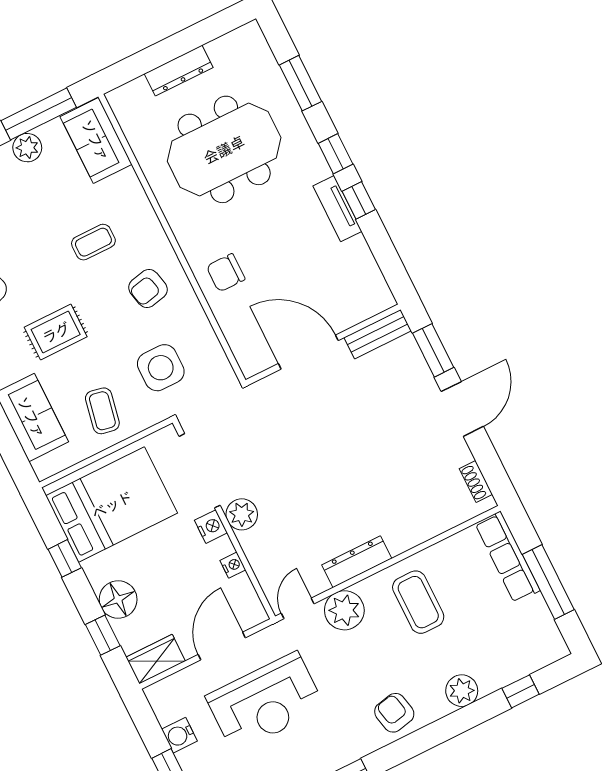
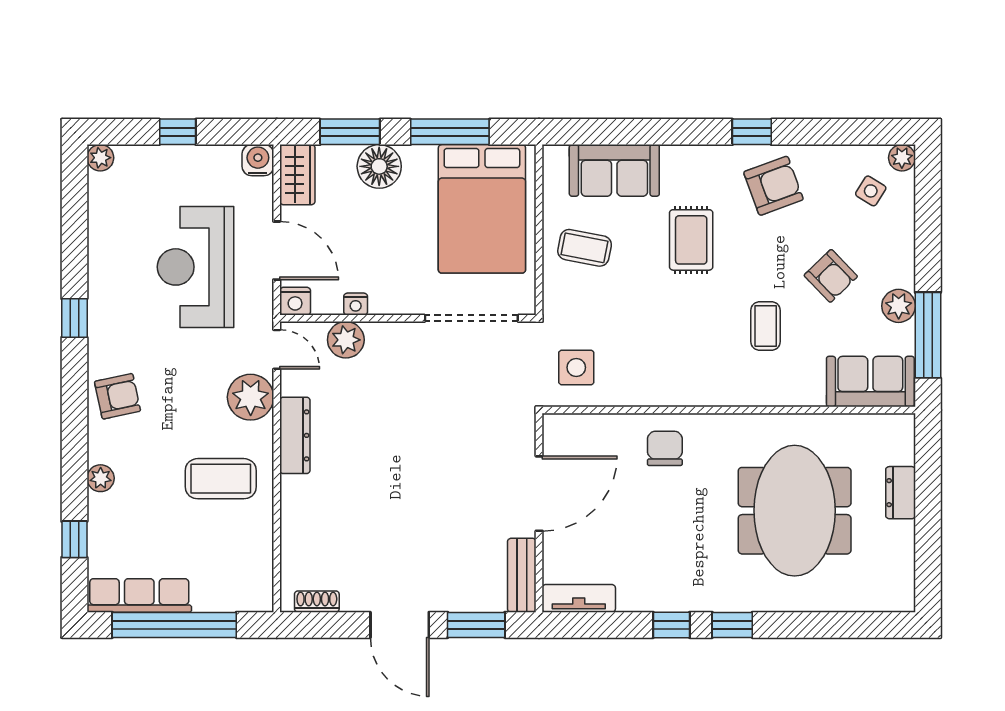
dresser: (179, 71) -> (901, 493), width x0.70
window: (301, 83) -> (824, 625), removed
tv unit: (337, 209) -> (579, 598), moved
armchair: (148, 289) -> (831, 276), moved, turned 149
side table: (161, 368) -> (576, 367), moved, width x0.73, depth x0.73
plant: (242, 514) -> (346, 340), moved
nightstand: (211, 527) -> (295, 301), moved
row of seats: (508, 557) -> (139, 595), moved
window: (65, 558) -> (450, 132), width x2.17
window: (548, 582) -> (174, 625), width x1.46
window: (103, 635) -> (350, 132), width x1.50
plant: (462, 691) -> (101, 478), width x0.73, depth x0.73
water cooler: (179, 735) -> (258, 160), moved

